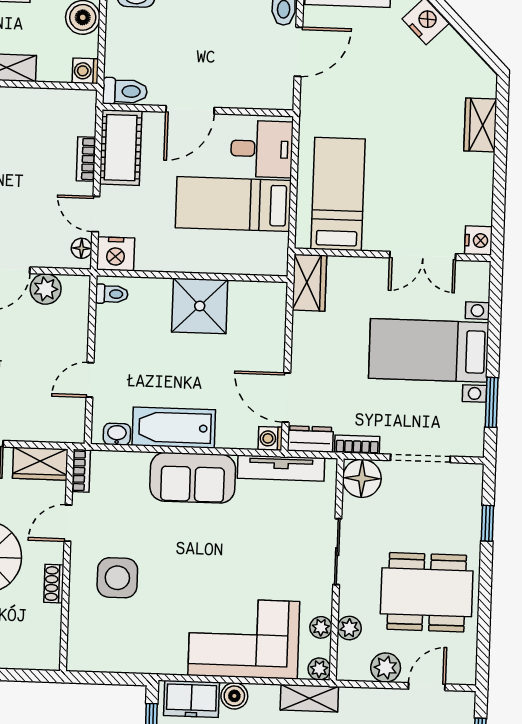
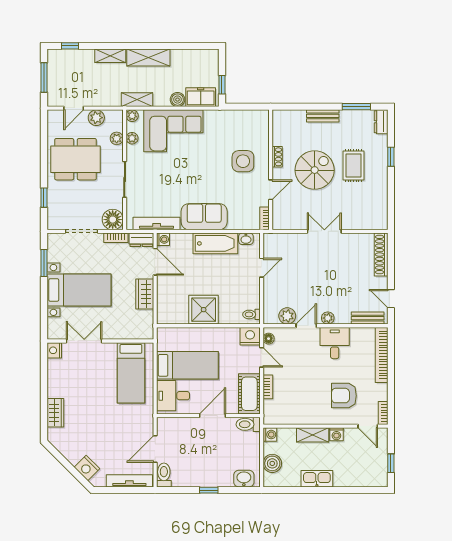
wardrobe: (309, 283) -> (145, 294), moved
wardrobe: (40, 464) -> (287, 221), removed

